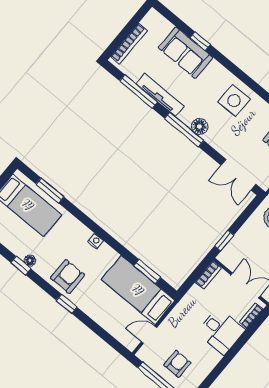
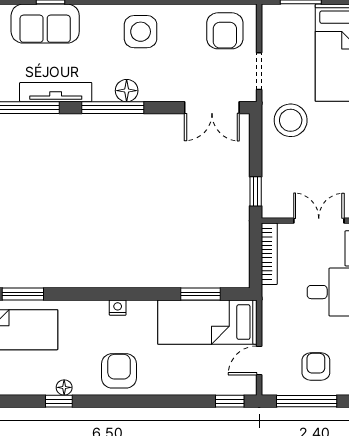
bookcase: (208, 275) -> (269, 254), width x1.56
window: (67, 304) -> (230, 401), moved

